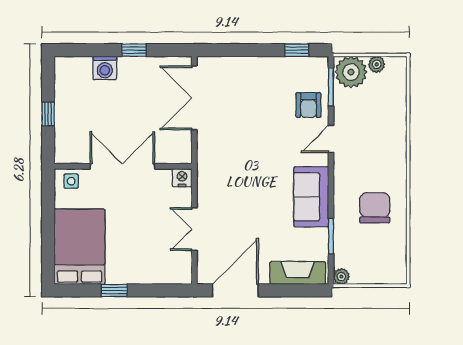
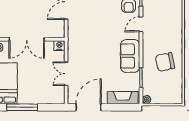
double door: (122, 166) -> (27, 39), swing flipped
chair: (375, 208) -> (165, 62), turned -102
window: (114, 290) -> (22, 107), width x2.17

